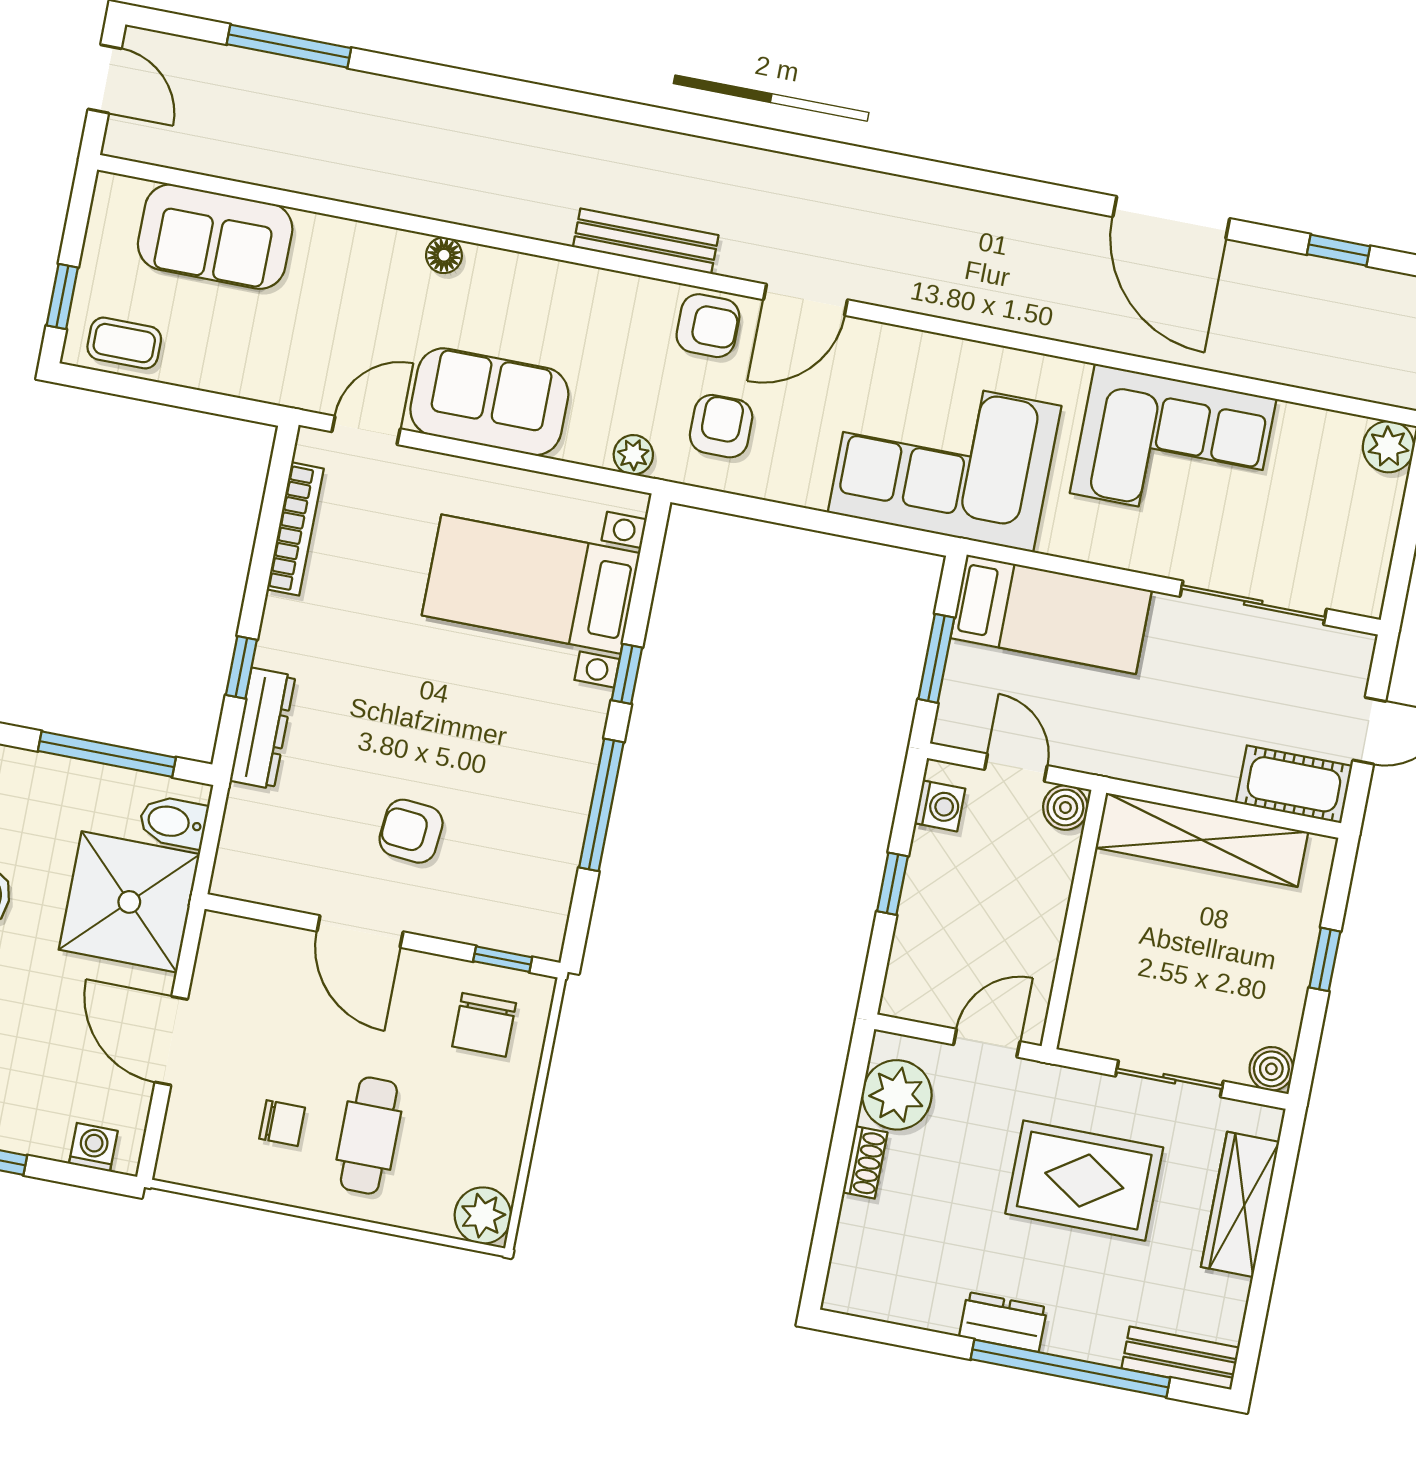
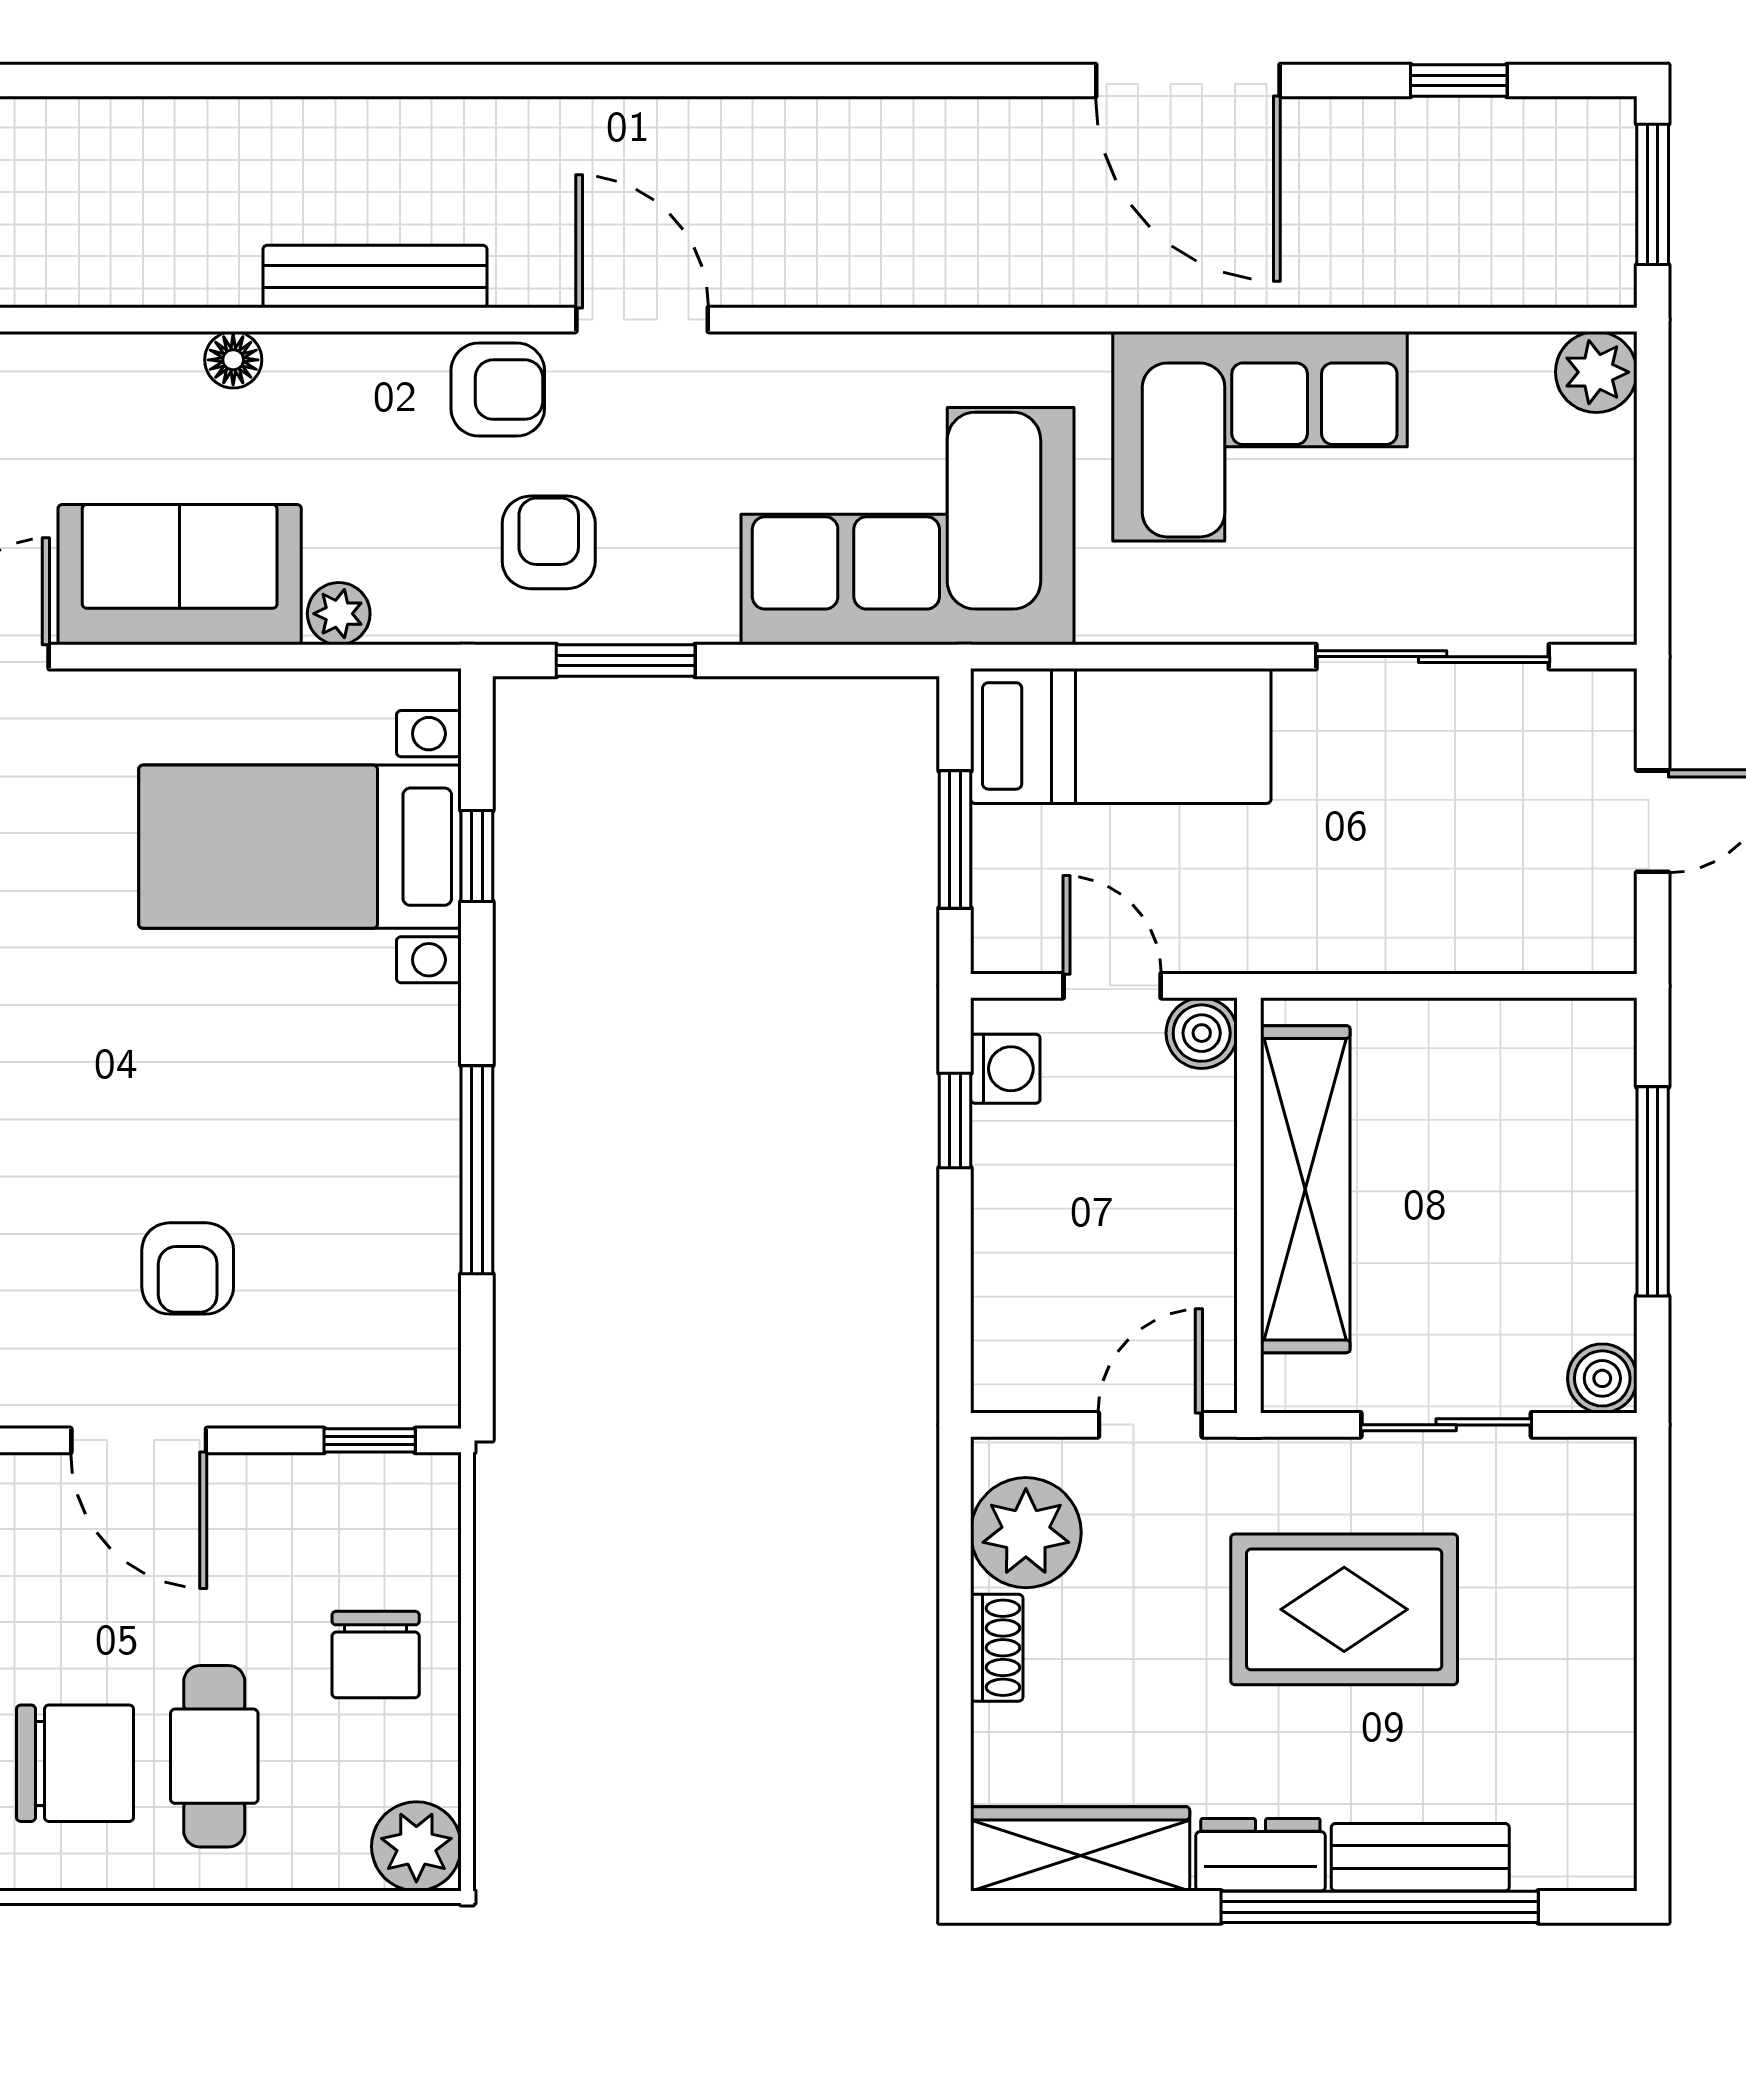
floor lamp: (444, 255) -> (233, 360), moved
door: (805, 300) -> (642, 320), swing flipped
plant: (633, 455) -> (339, 614), moved
window: (754, 508) -> (626, 661), added
window: (627, 674) -> (477, 856), moved
cot: (1294, 784) -> (1551, 928), removed
armchair: (411, 831) -> (188, 1268), turned -95
shelving: (1202, 840) -> (1305, 1189), moved, turned 90
window: (892, 884) -> (955, 1121), moved
window: (1325, 959) -> (1653, 1191), width x2.17
chair: (484, 1025) -> (376, 1655), moved
chair: (282, 1123) -> (75, 1763), width x1.87, depth x1.87
wardrobe: (1240, 1204) -> (1080, 1849), moved, turned 90
bench: (1180, 1358) -> (1420, 1857), moved

